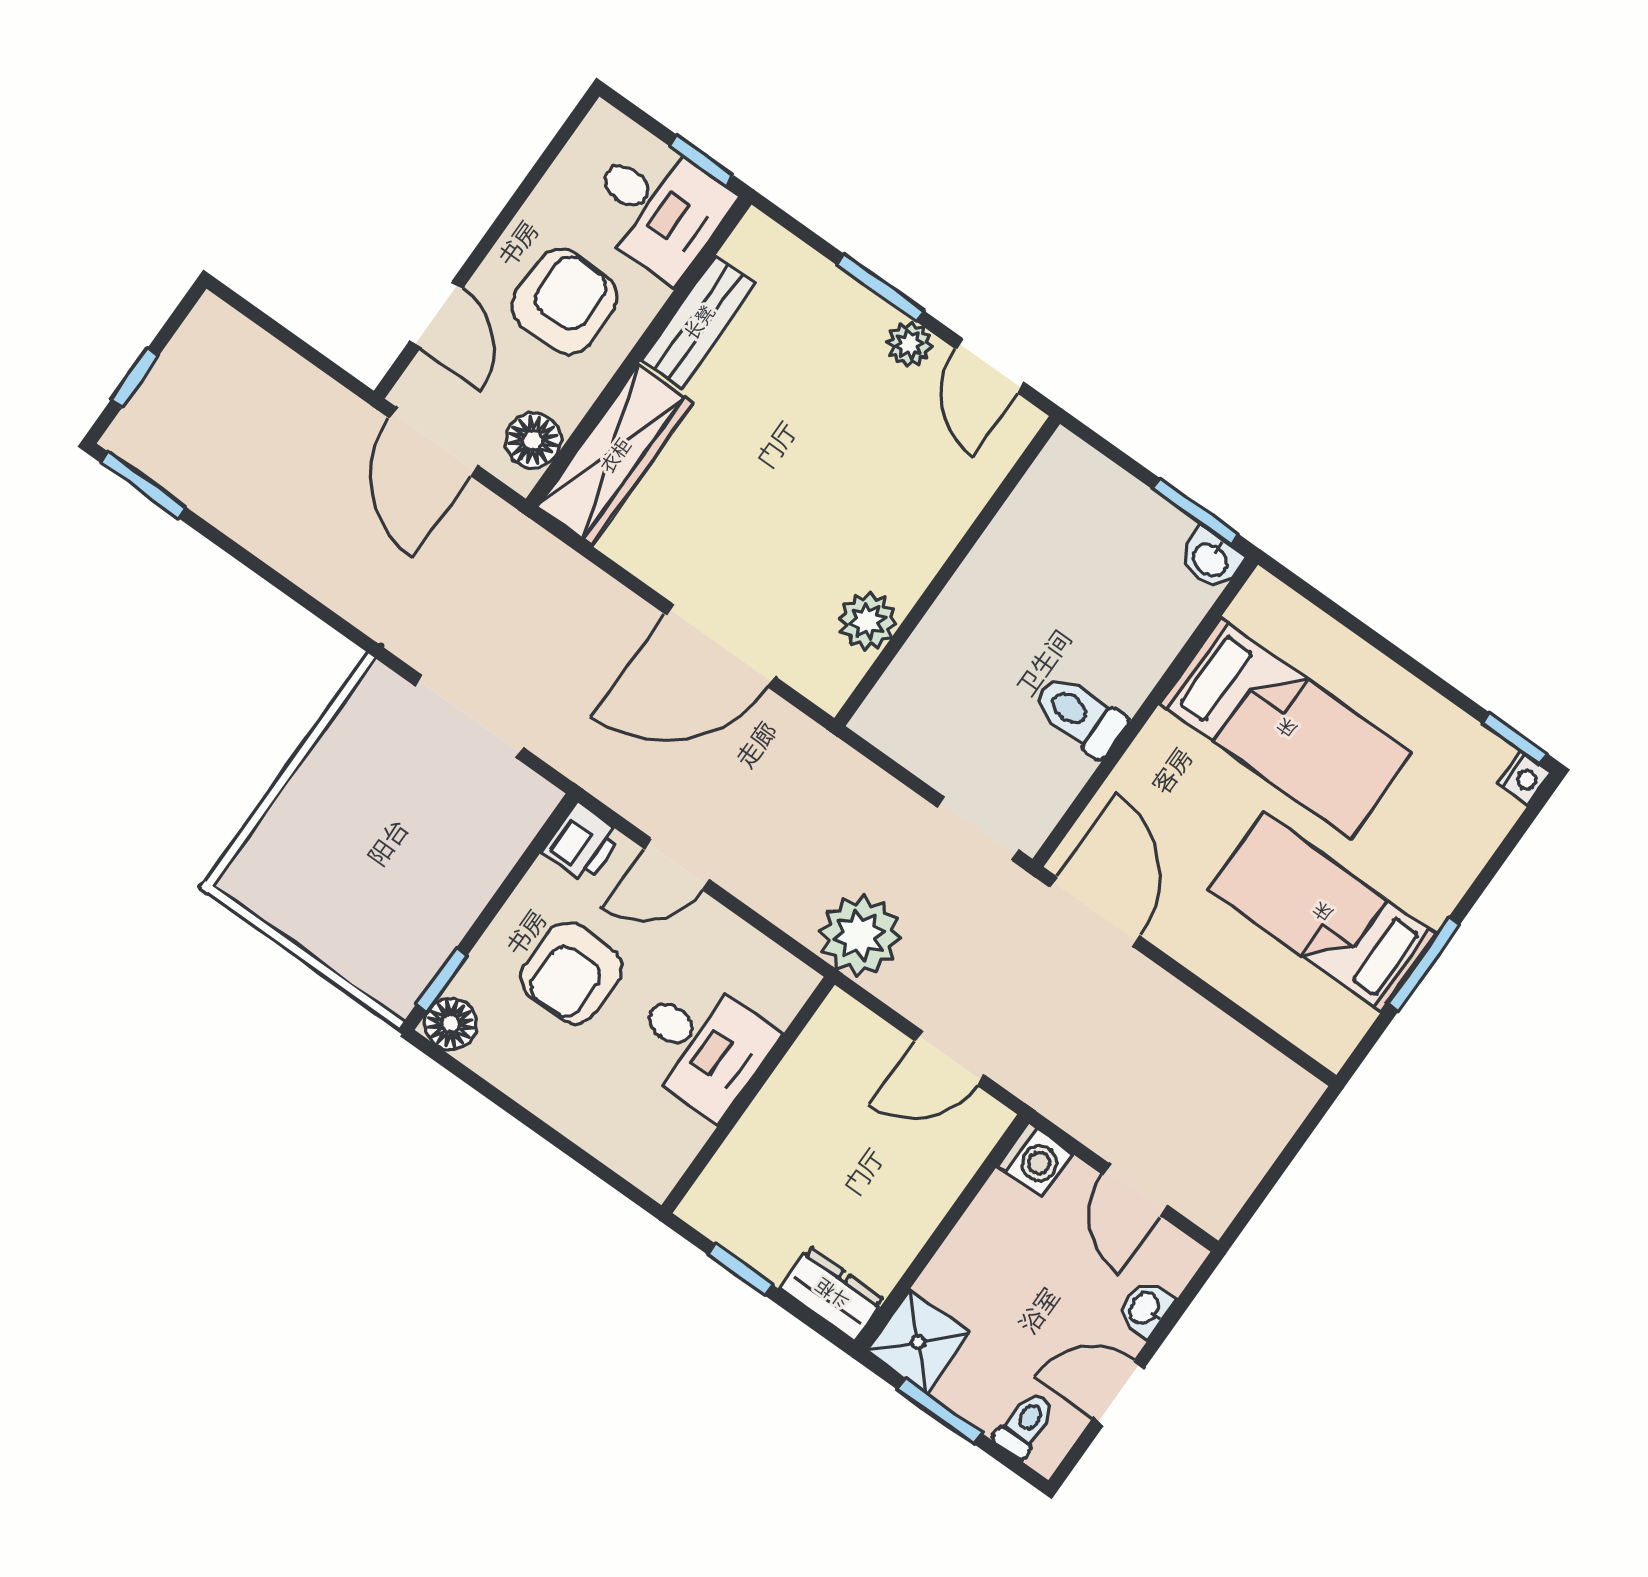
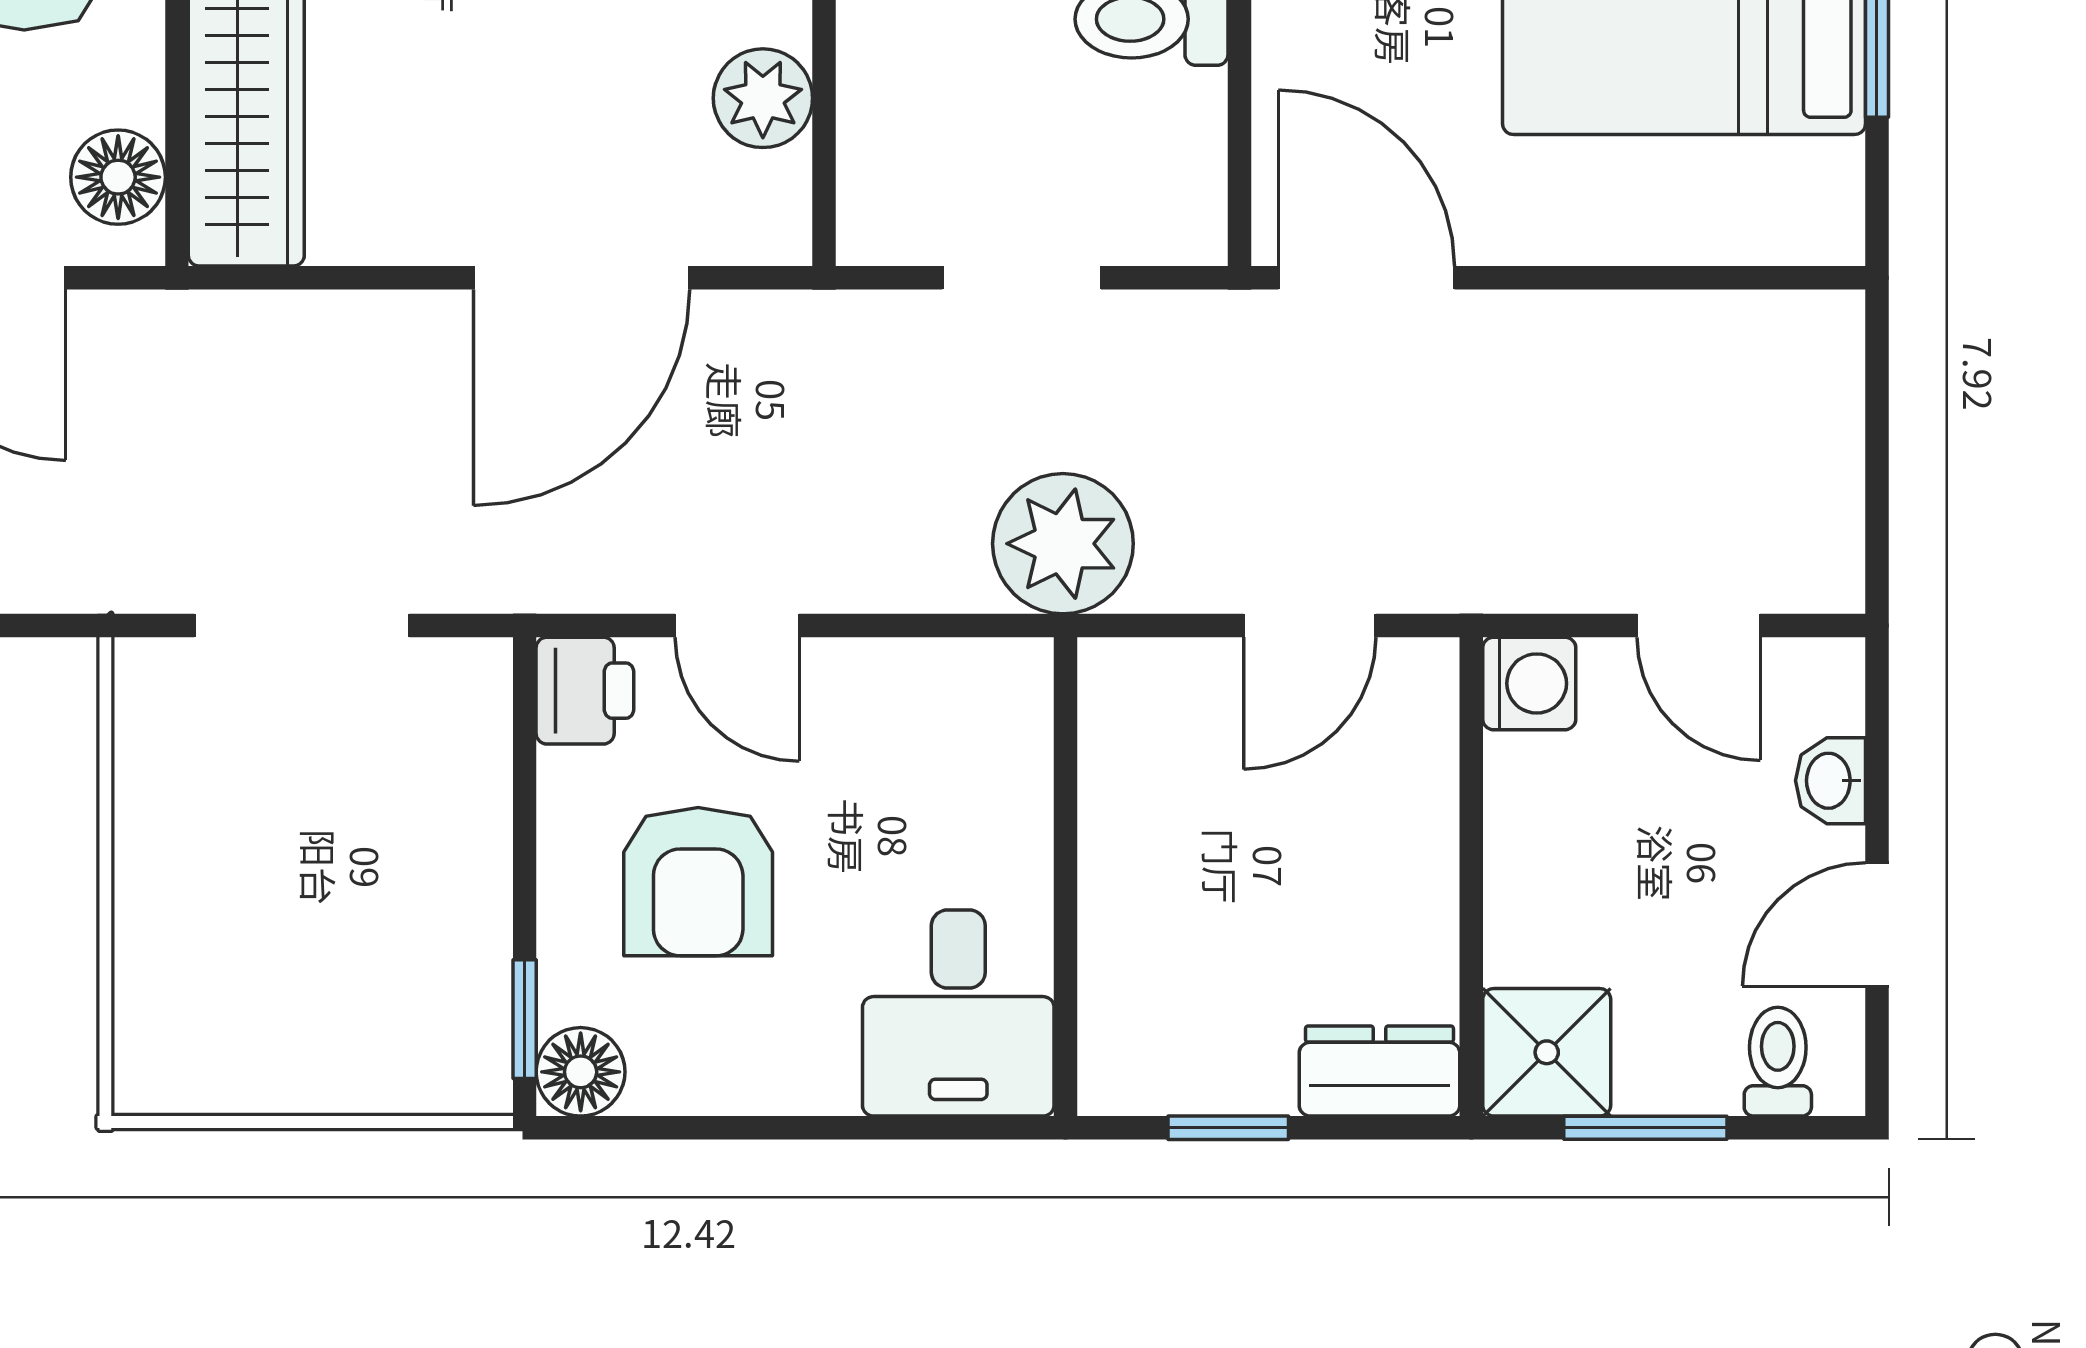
doorway: (978, 829) -> (1022, 278), moved
door: (677, 864) -> (737, 625), hinge flipped
desk: (701, 1045) -> (958, 1013), moved, turned 90

